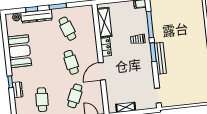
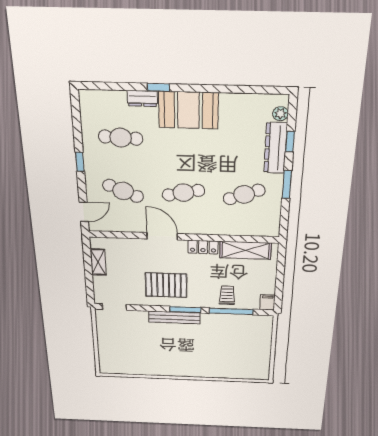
trolley: (138, 39) -> (227, 295), moved
booth: (19, 51) -> (188, 110), moved
pallet: (136, 66) -> (166, 285), added

